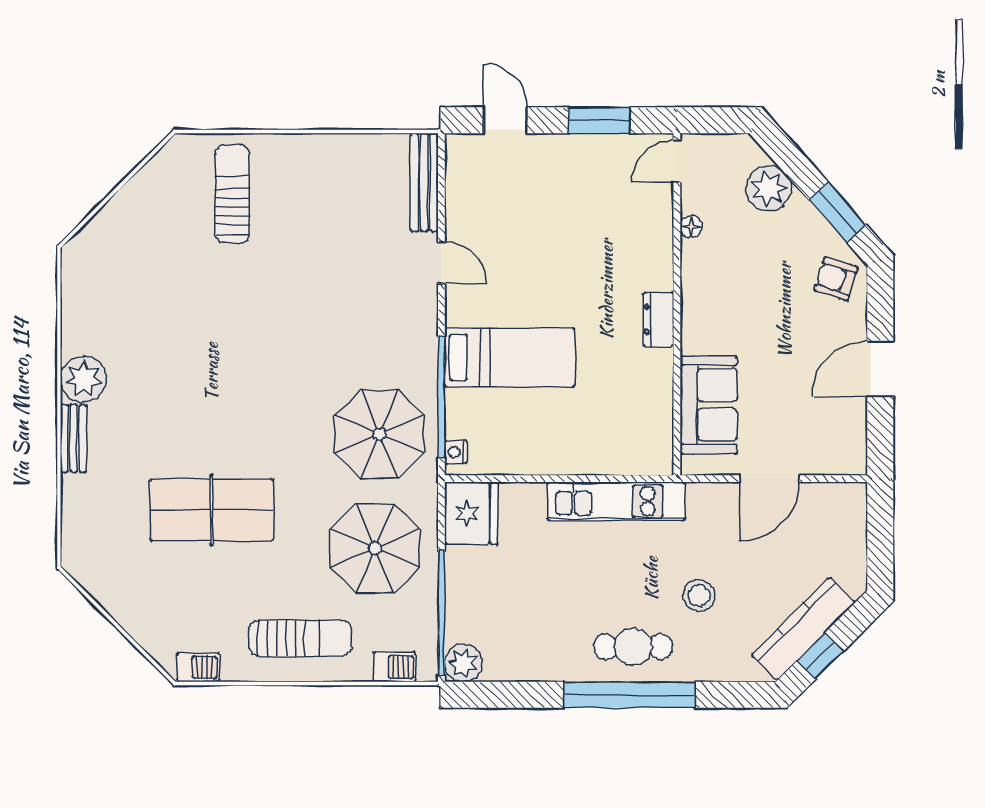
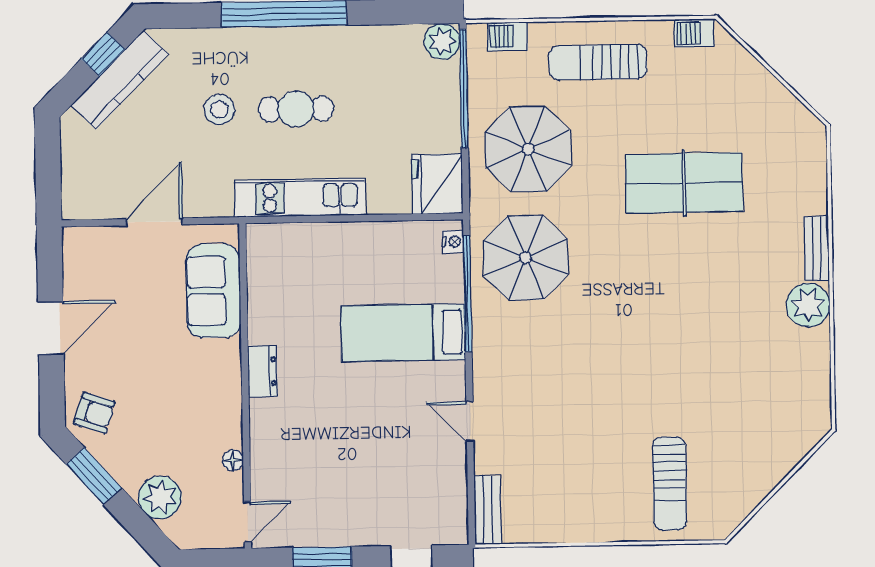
bench: (424, 182) -> (487, 510), width x0.73
cafe table: (633, 647) -> (296, 109), moved

